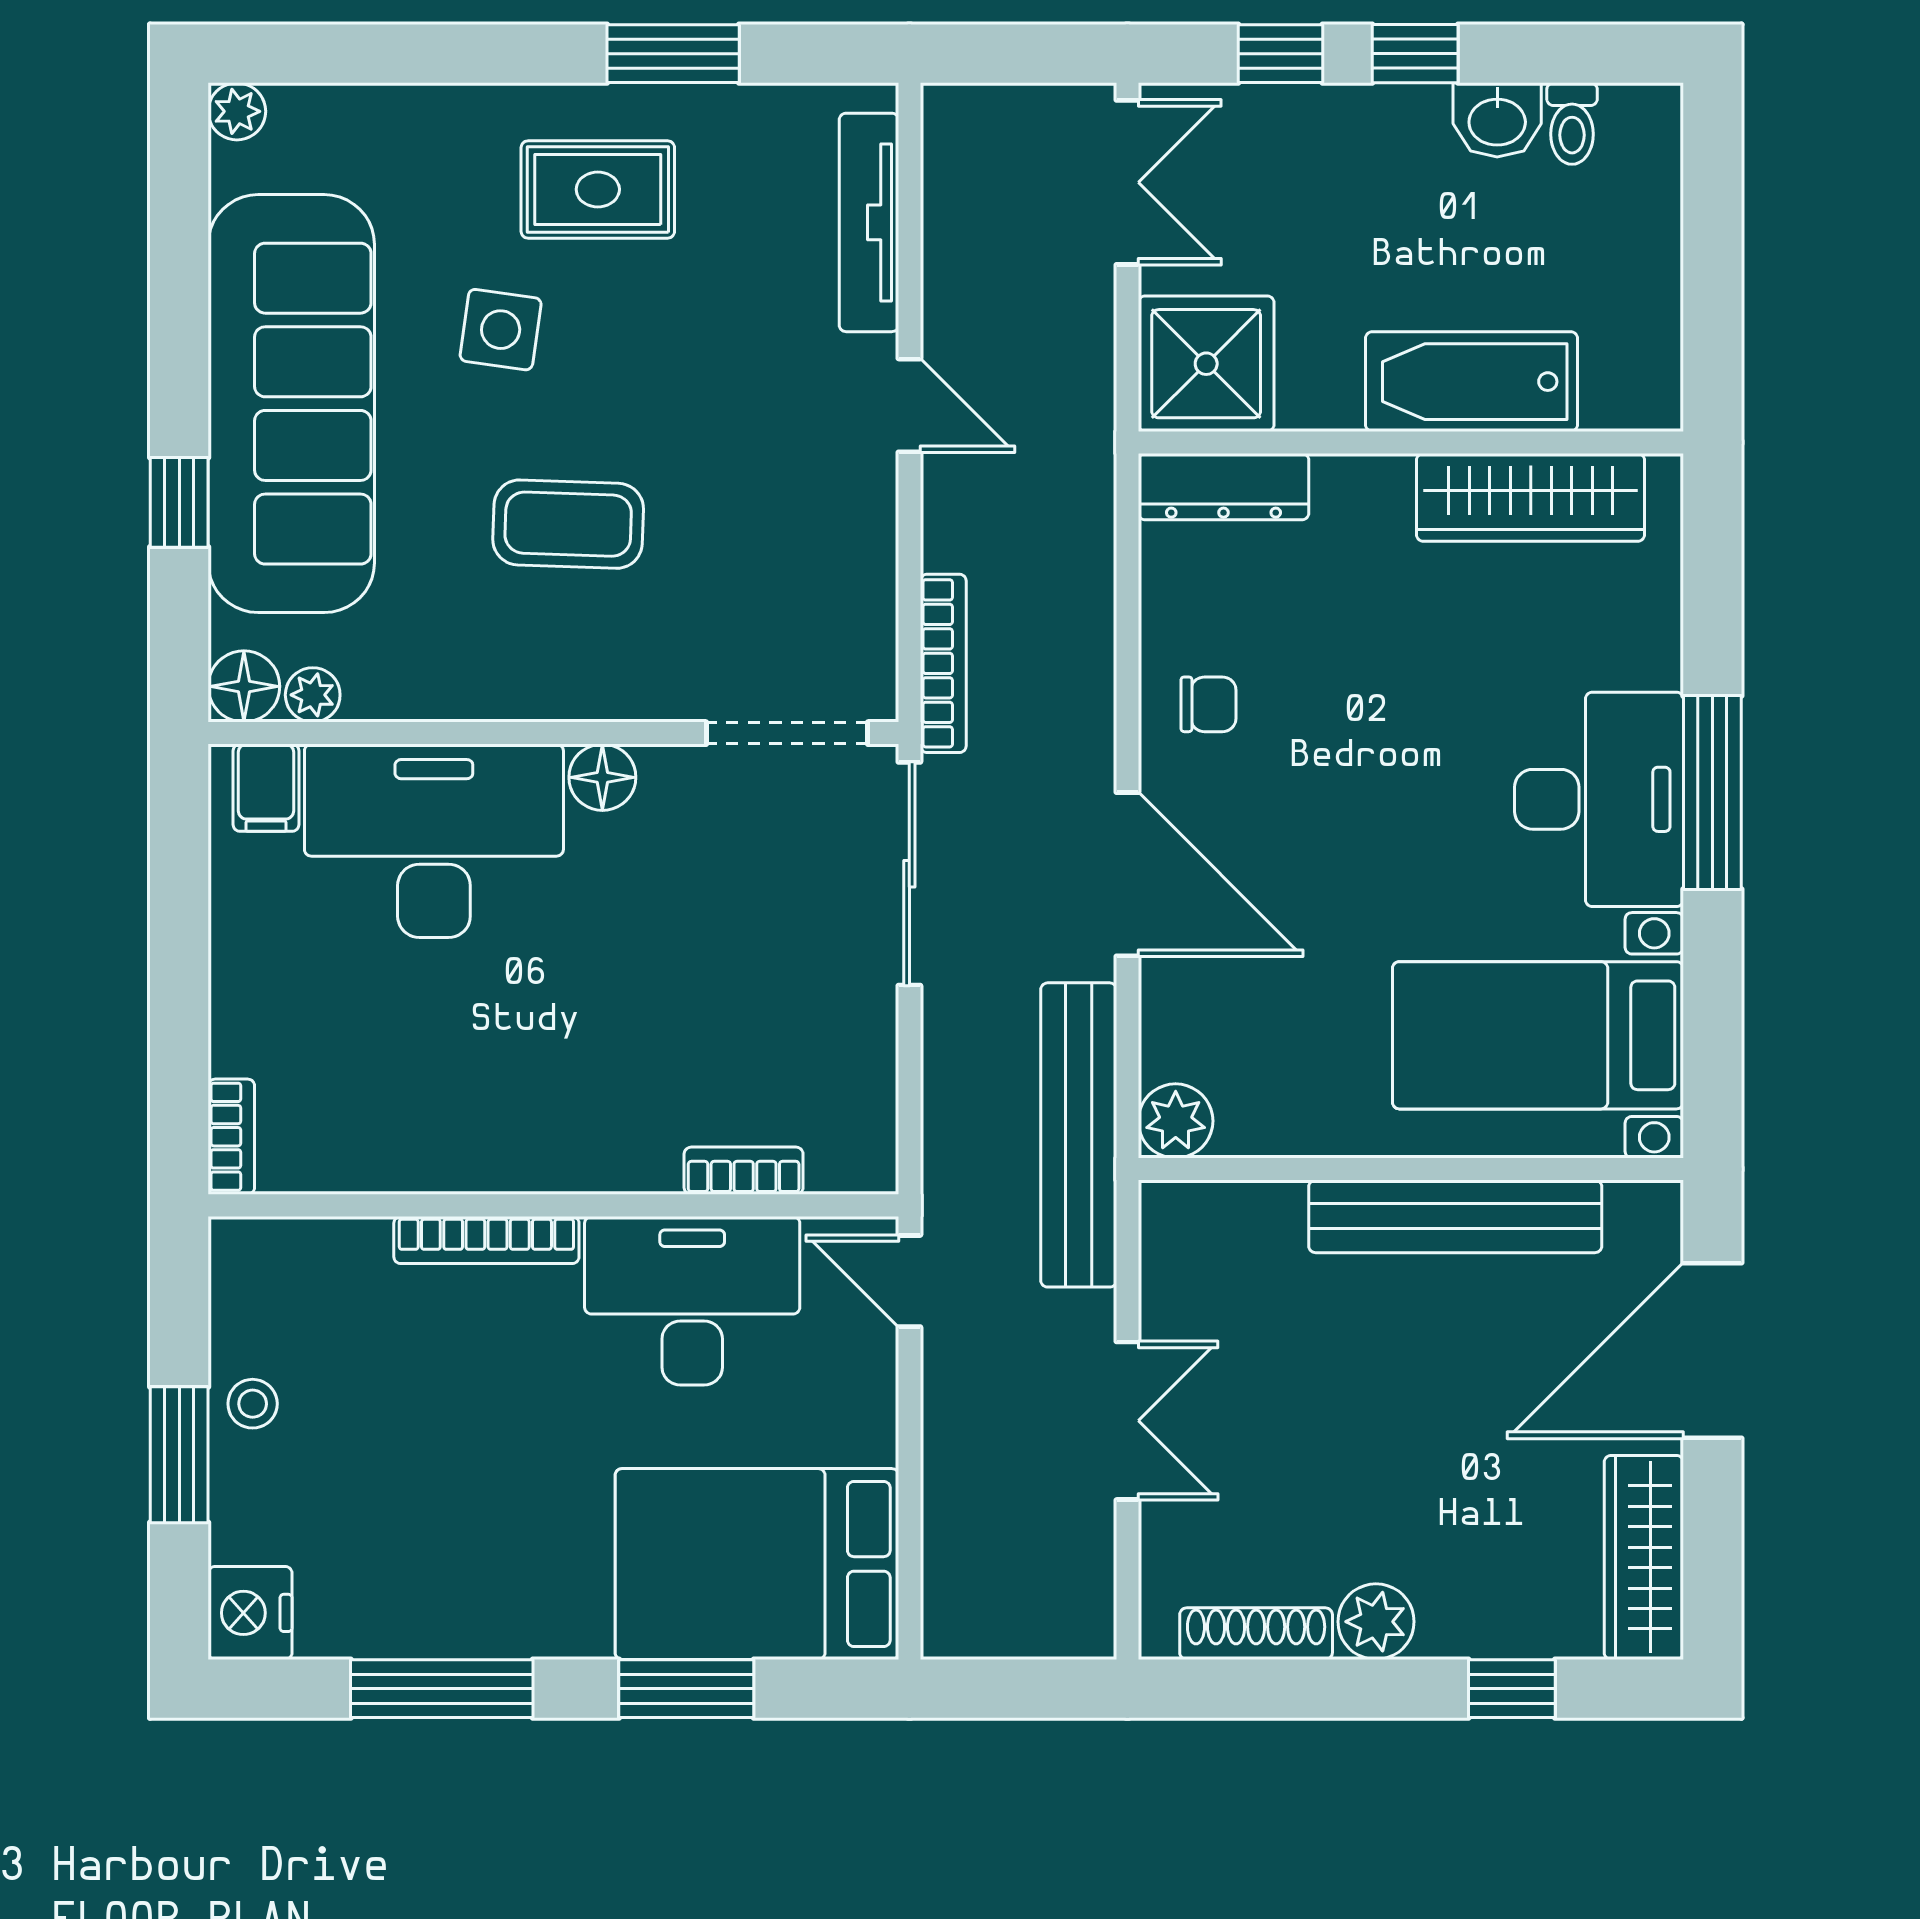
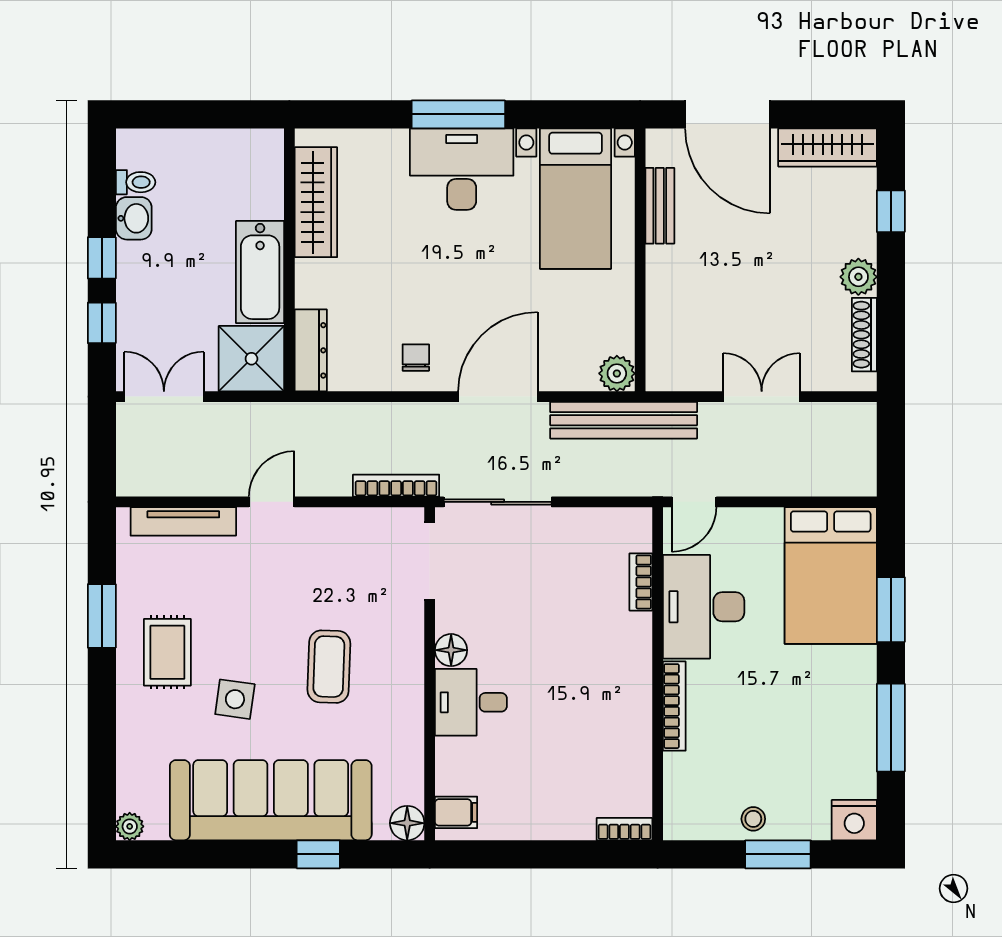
bathtub: (1471, 382) -> (260, 272), moved
plant: (313, 695) -> (411, 790), removed
desk: (434, 841) -> (471, 702), width x0.53, depth x0.77
bench: (1455, 1216) -> (660, 206), width x0.54, depth x0.82

